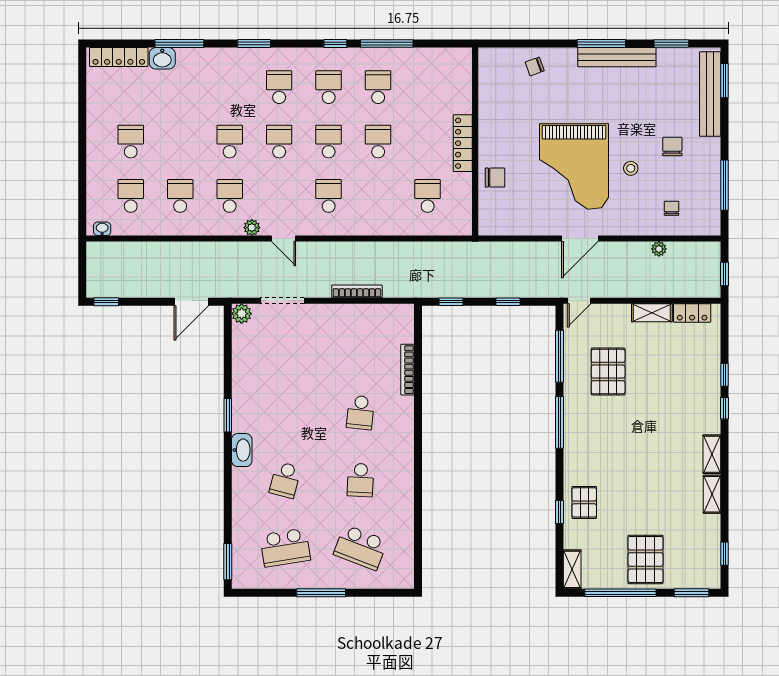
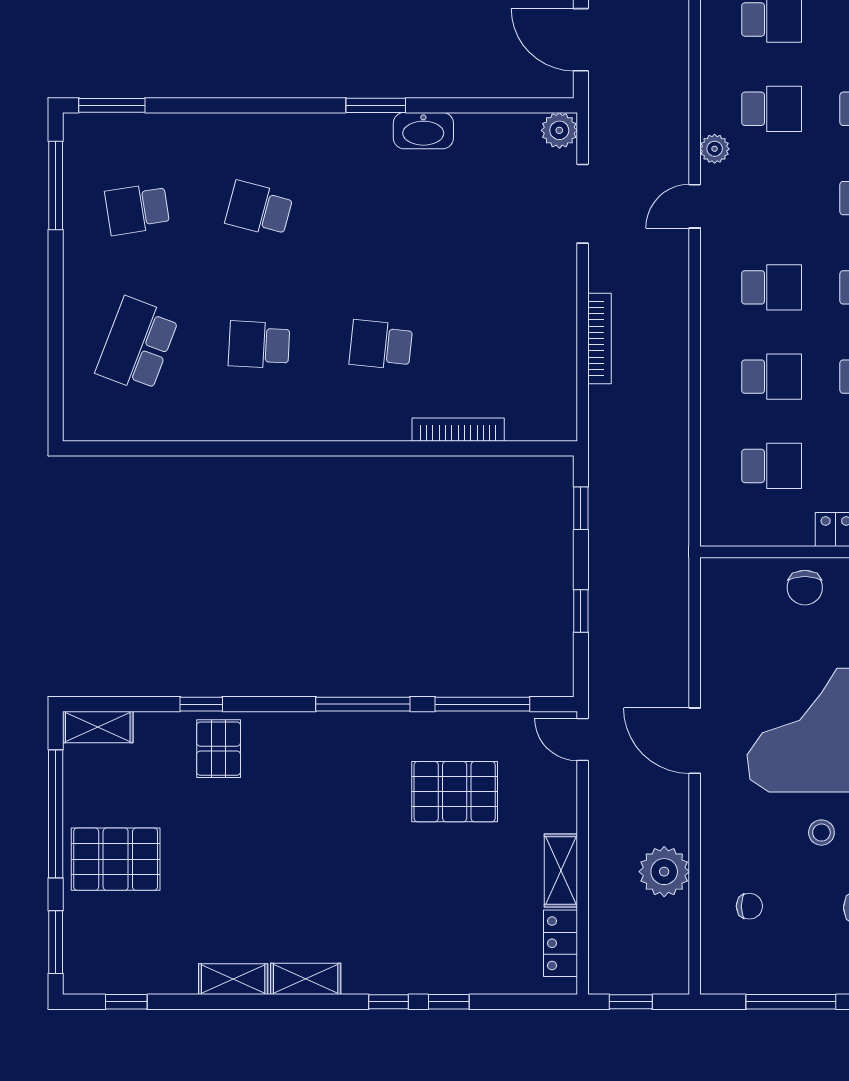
school desk: (378, 196) -> (772, 377), added
plant: (659, 249) -> (664, 872), width x1.88, depth x1.88
washbasin: (242, 450) -> (423, 131), moved
pallet: (584, 502) -> (219, 749), turned 90
school desk: (285, 547) -> (137, 209), width x0.54
window: (321, 593) -> (56, 185), moved

